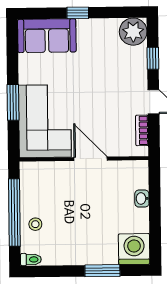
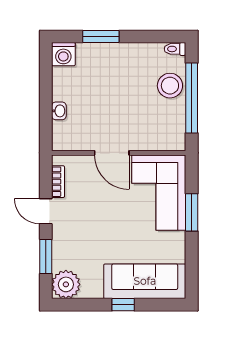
sofa: (47, 36) -> (145, 281), width x1.36
window: (153, 58) -> (46, 256), width x1.50
stool: (35, 224) -> (170, 86), width x1.89, depth x1.89
washing machine: (134, 249) -> (63, 54), width x0.73, depth x0.73

